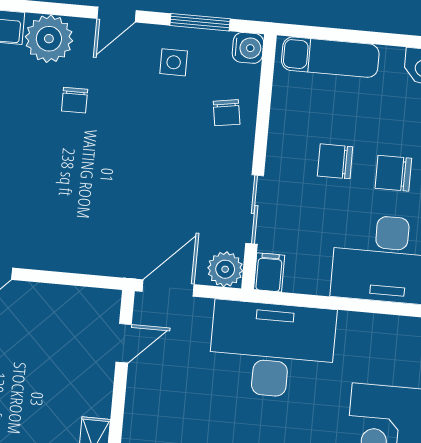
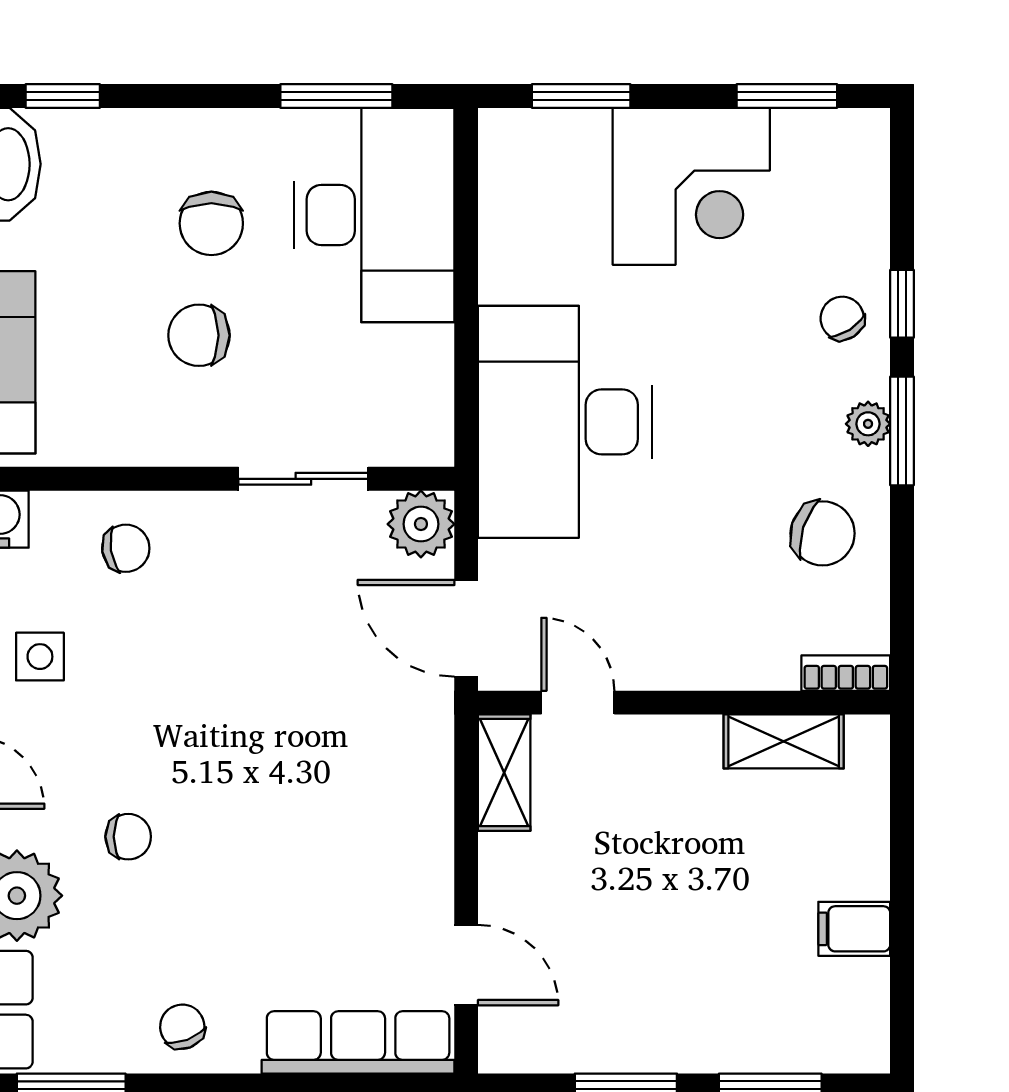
chair: (335, 161) -> (199, 335), turned 90
filing cabinet: (269, 272) -> (419, 441), removed
shelving: (90, 301) -> (504, 773), added

